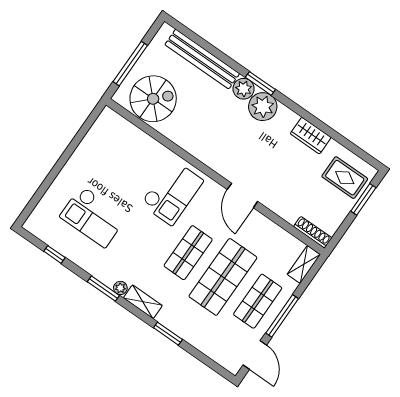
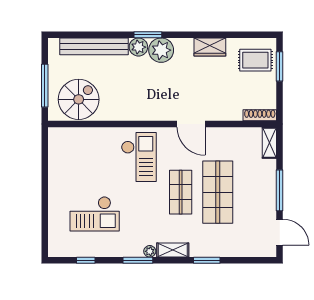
shop shelf: (258, 301) -> (255, 192), removed

